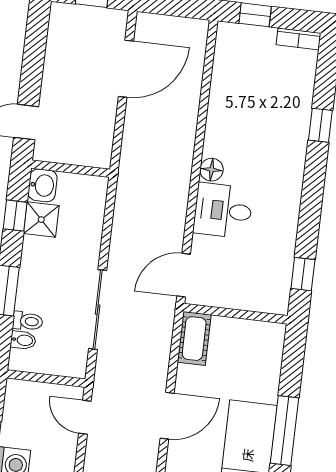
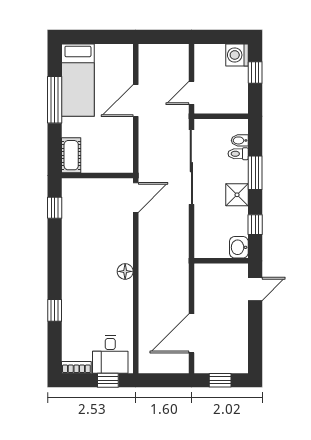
desk: (223, 211) -> (110, 354), moved, turned 90
shower: (41, 220) -> (237, 195), moved
sliding door: (98, 310) -> (191, 167), width x1.36
cot: (194, 339) -> (71, 155), moved
door: (85, 417) -> (191, 93), swing flipped

